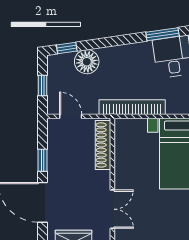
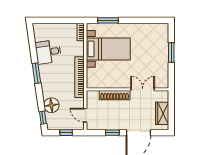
window: (162, 34) -> (36, 73), moved
door: (71, 116) -> (85, 115), hinge flipped
shoe rack: (103, 145) -> (115, 95), moved

